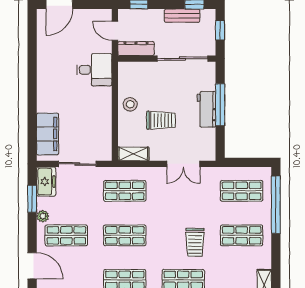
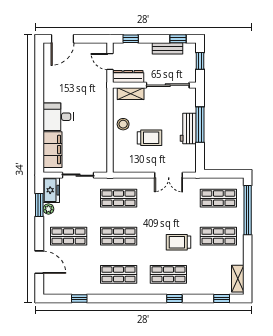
desk: (94, 70) -> (58, 117), moved, turned 180
shelving: (133, 154) -> (131, 94), moved
plant: (43, 216) -> (48, 209), moved
trolley: (195, 242) -> (178, 242), turned 90

